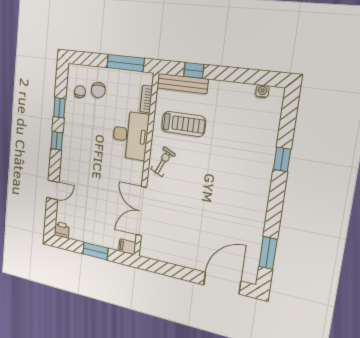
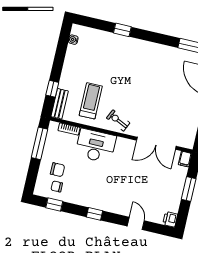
bench: (182, 84) -> (60, 104), width x0.73
window: (59, 108) -> (54, 204), moved

